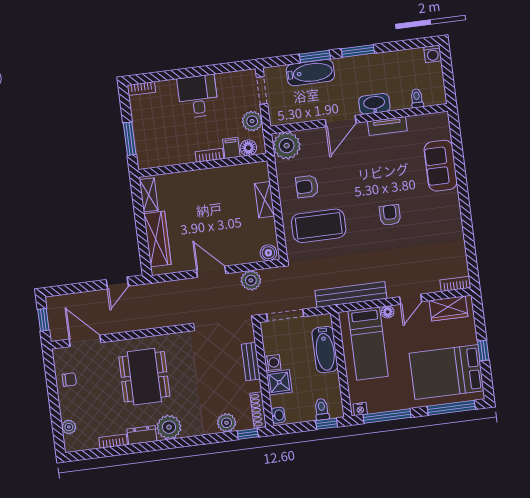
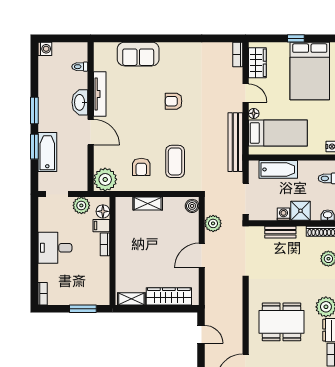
tv unit: (387, 126) -> (100, 94), width x1.41
coffee table: (319, 226) -> (175, 161), width x0.73, depth x0.76

